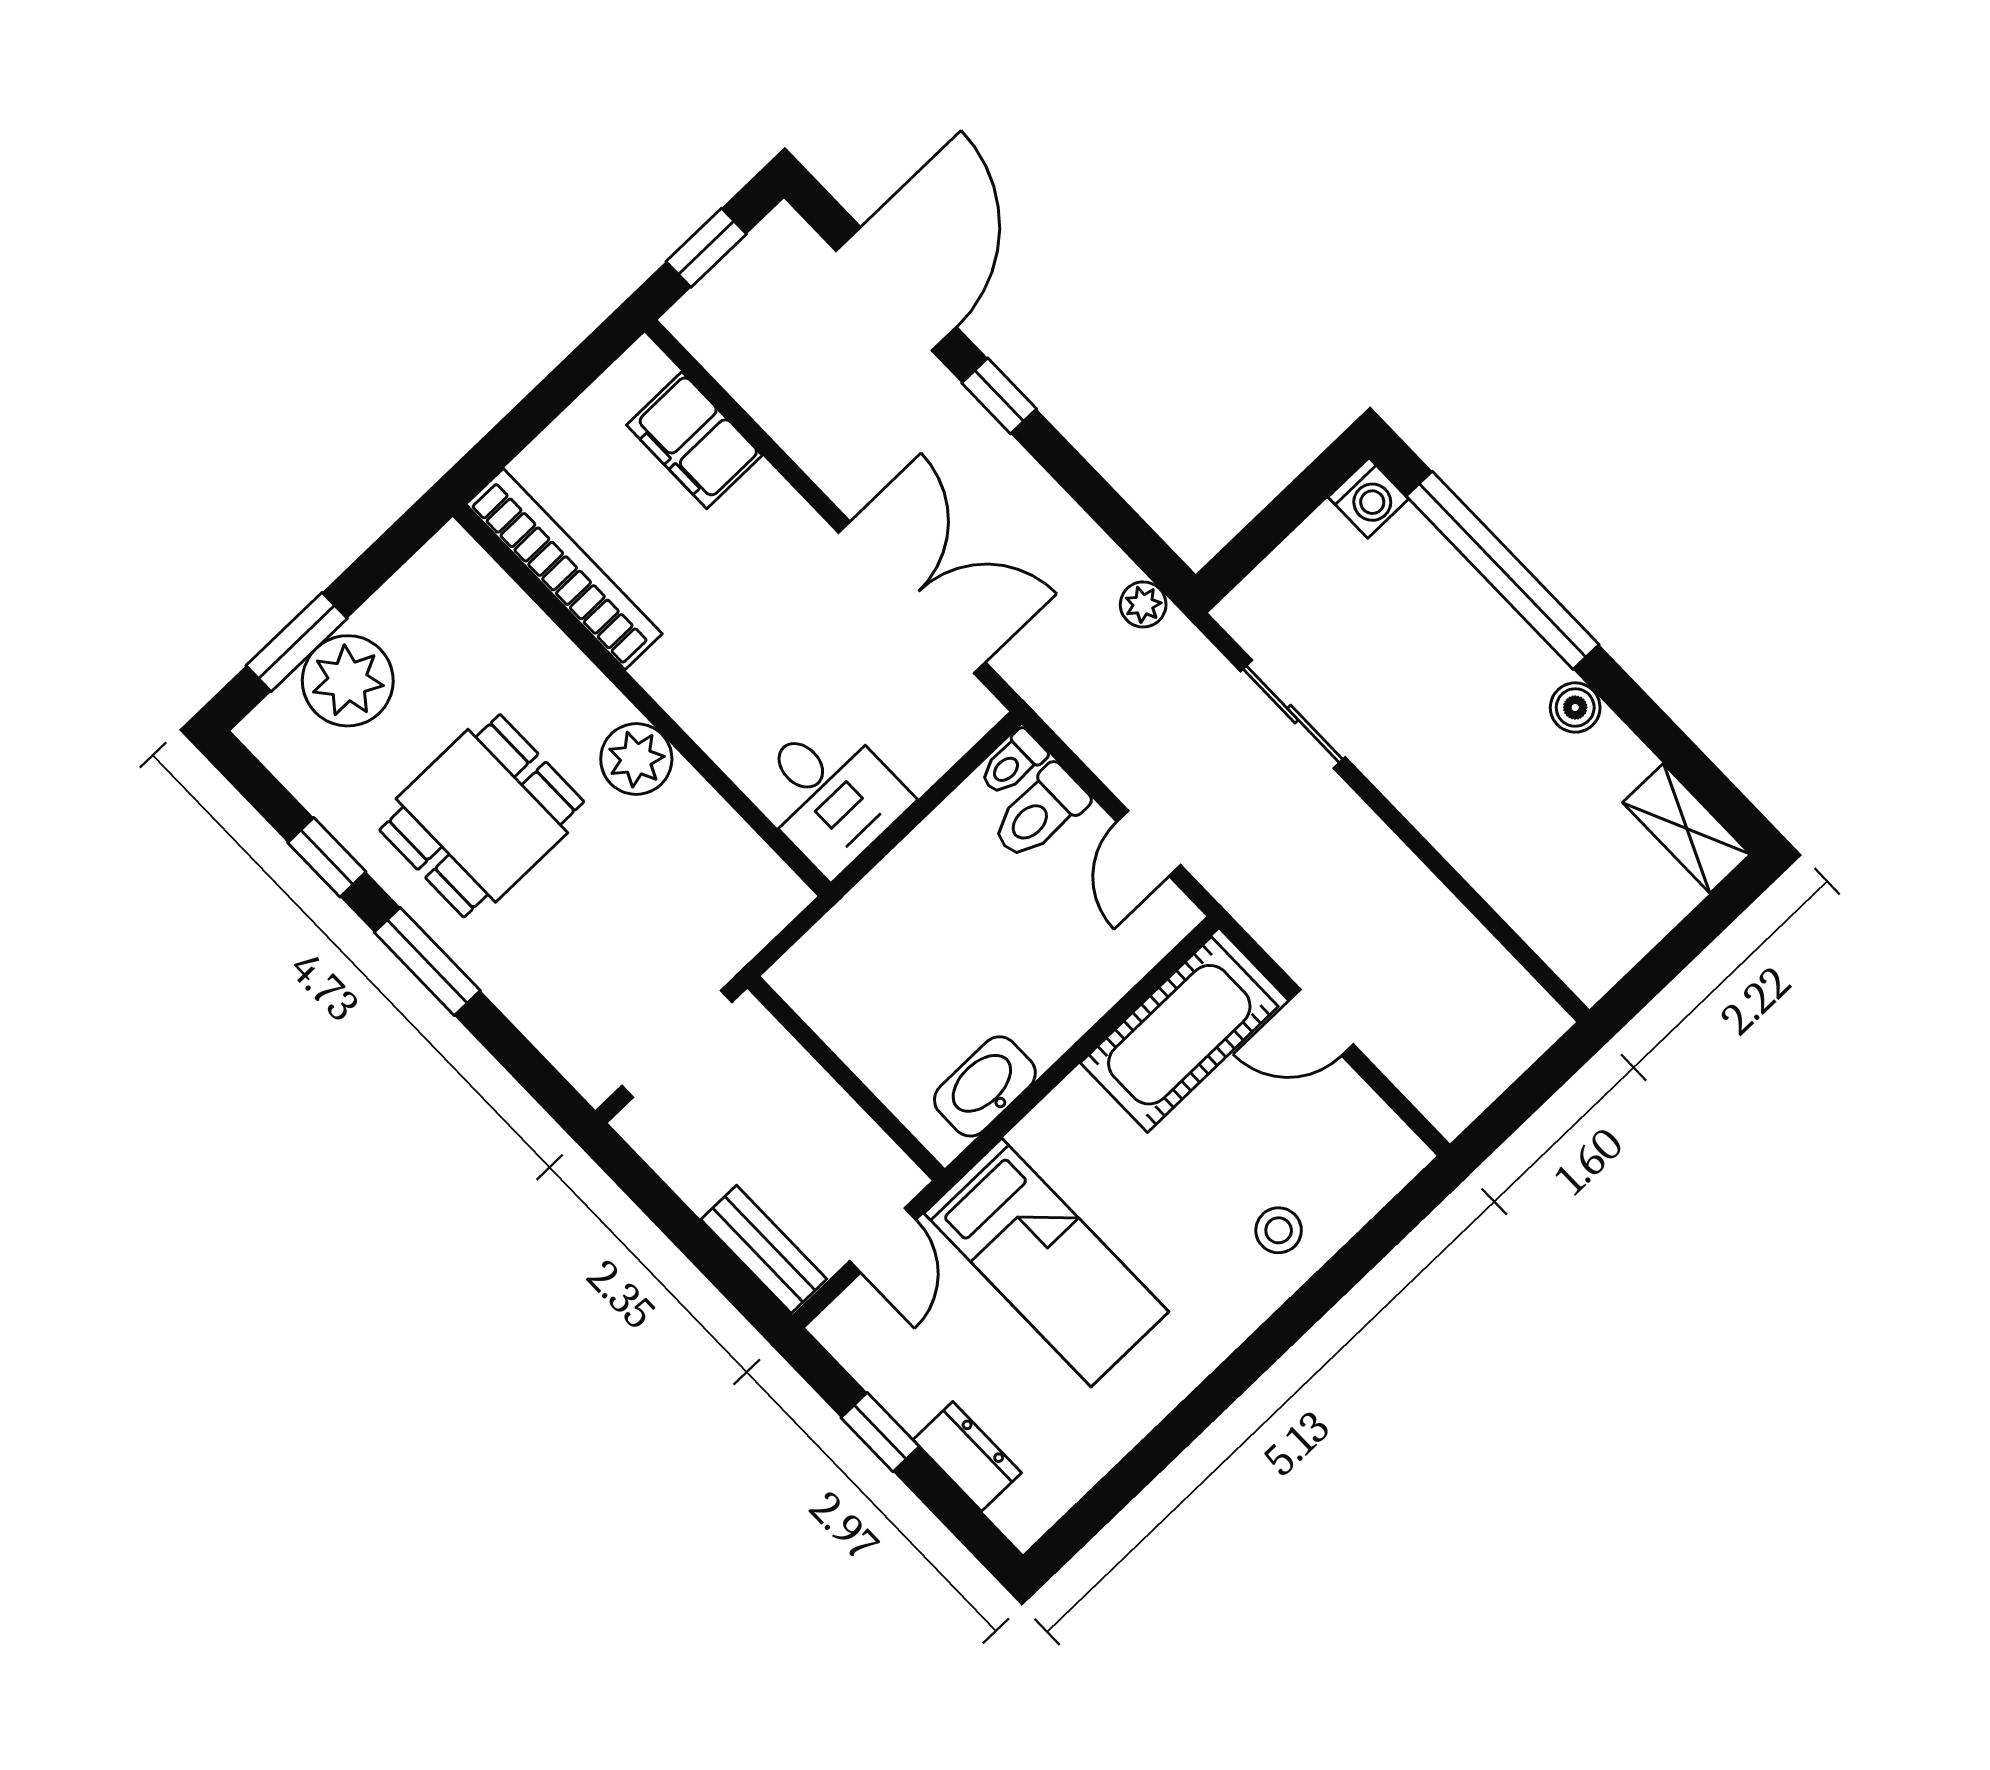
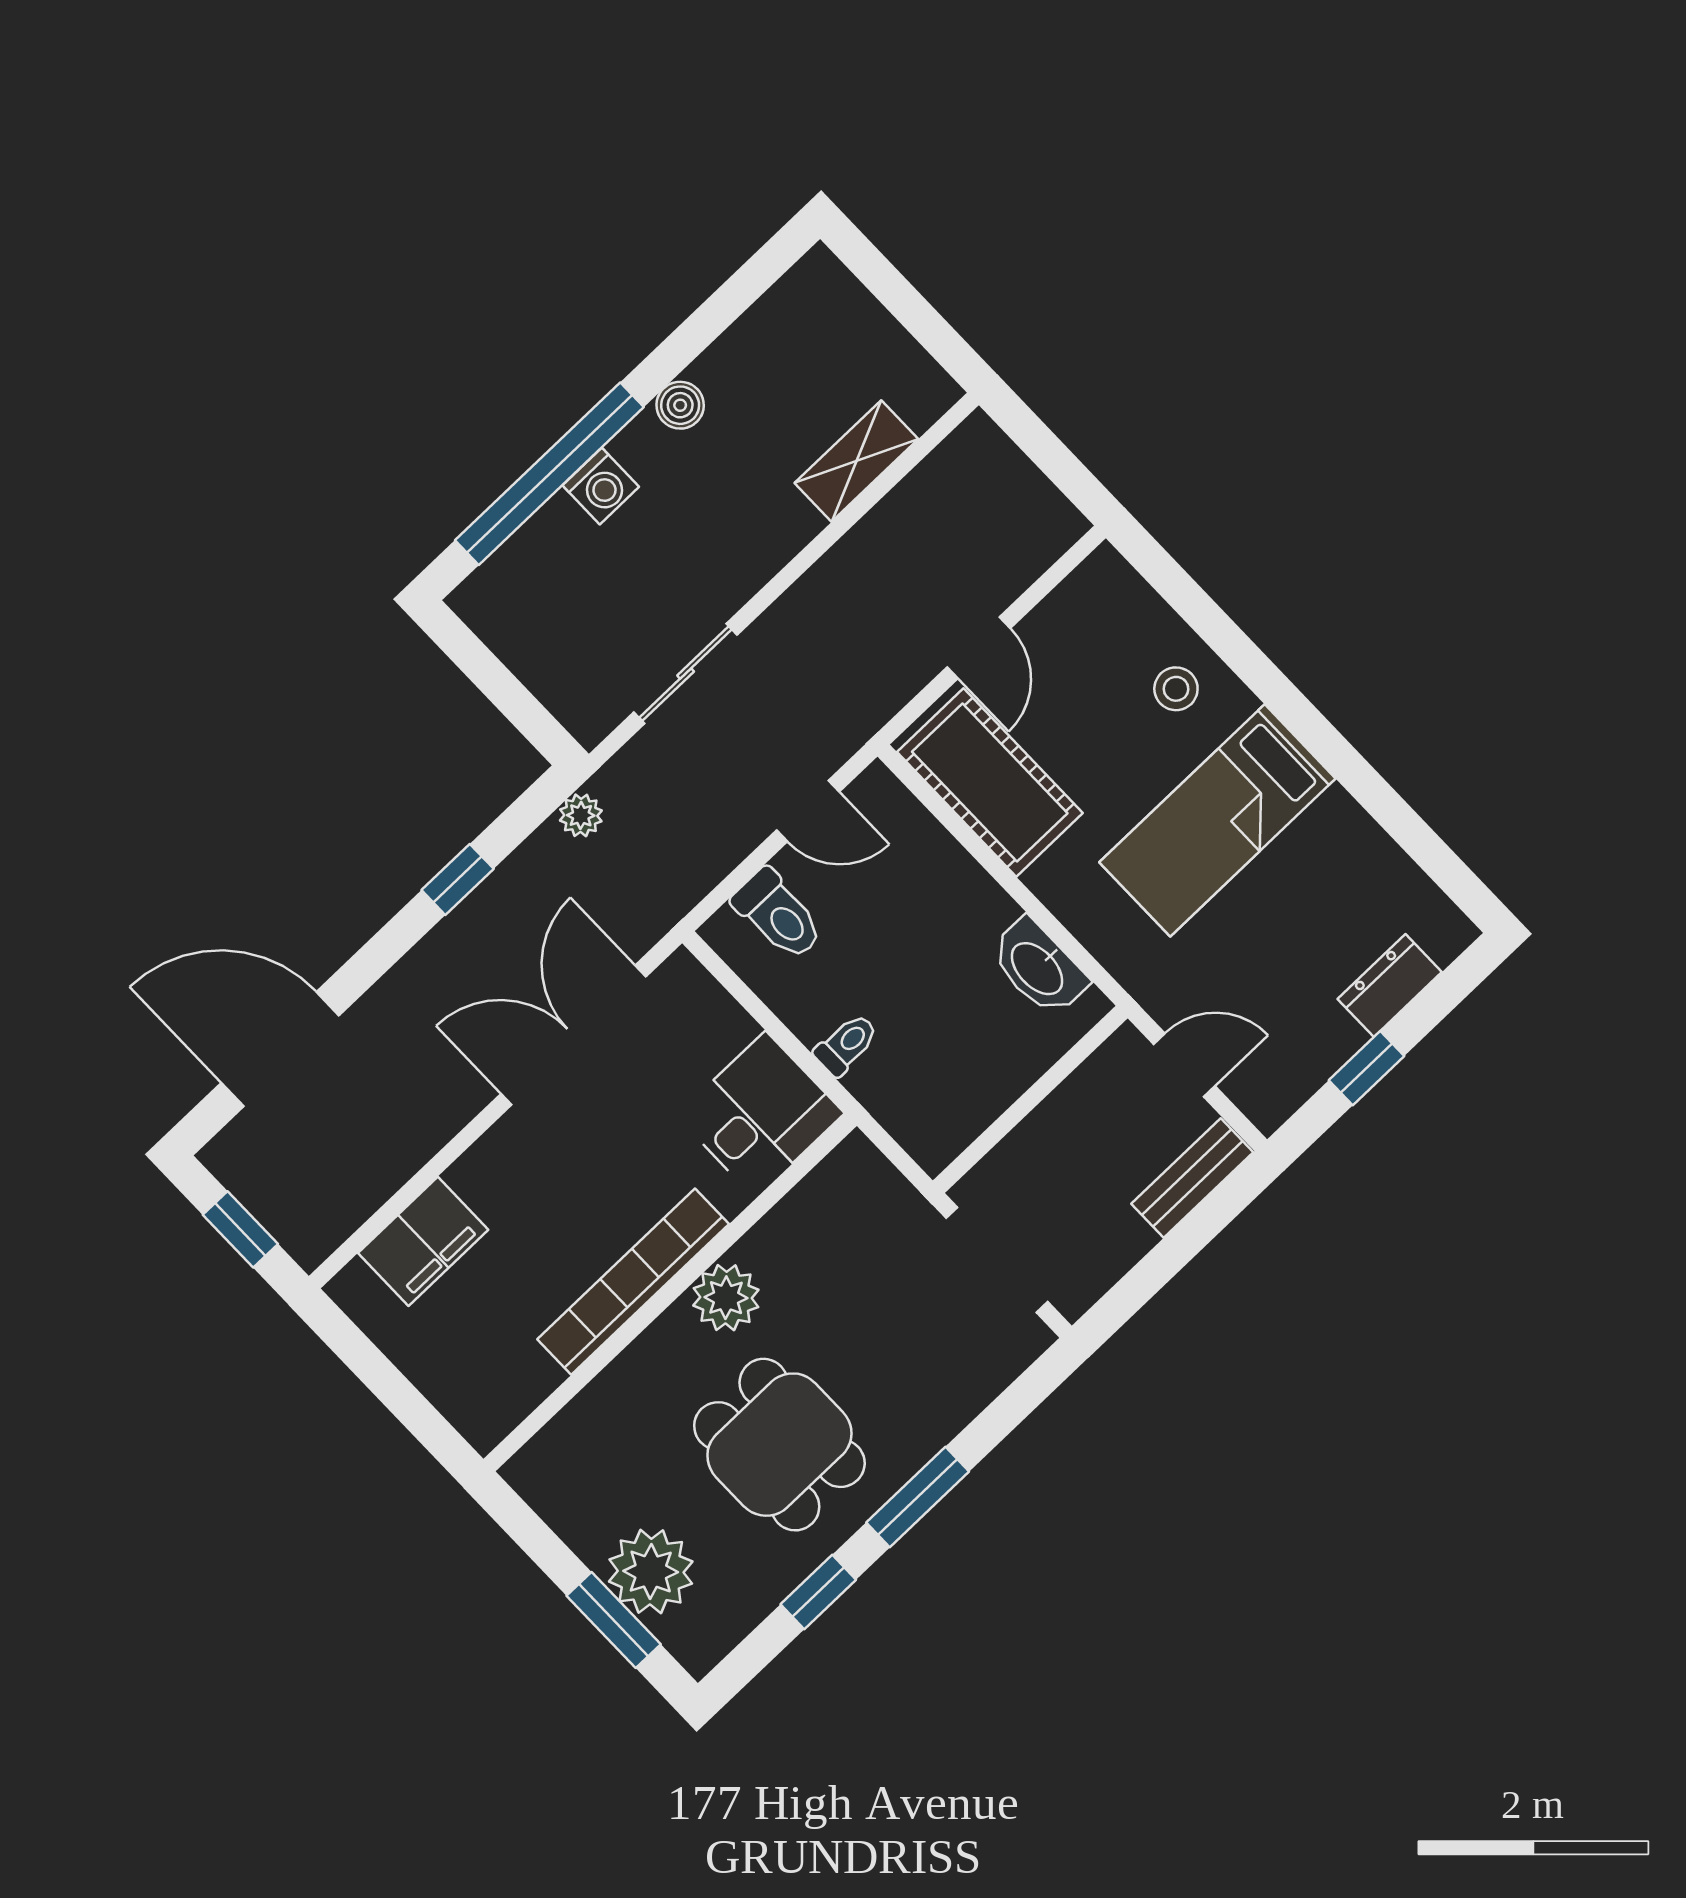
window: (999, 396) -> (458, 879), moved
washing machine: (1368, 498) -> (601, 486), moved, turned 90
bookcase: (564, 569) -> (633, 1282), moved
toilet: (1013, 763) -> (846, 1044), moved, turned -90
shelving: (1687, 828) -> (856, 461), moved
bed: (1046, 1262) -> (1217, 820), moved, turned 180

